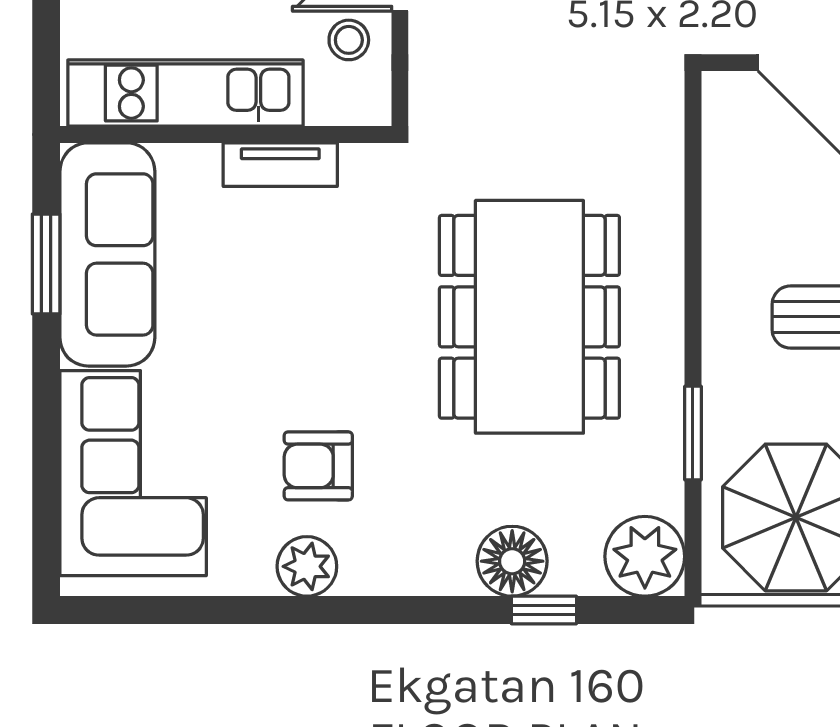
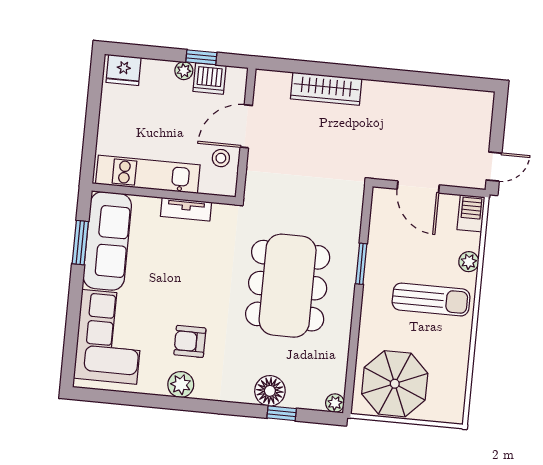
window: (693, 433) -> (361, 264), moved
plant: (645, 556) -> (335, 403), width x0.53, depth x0.53

